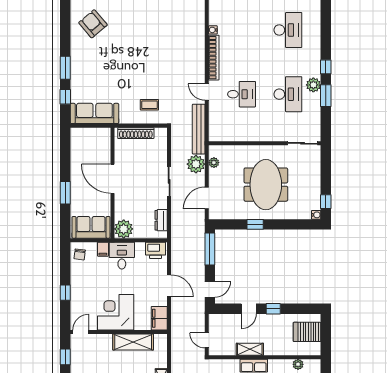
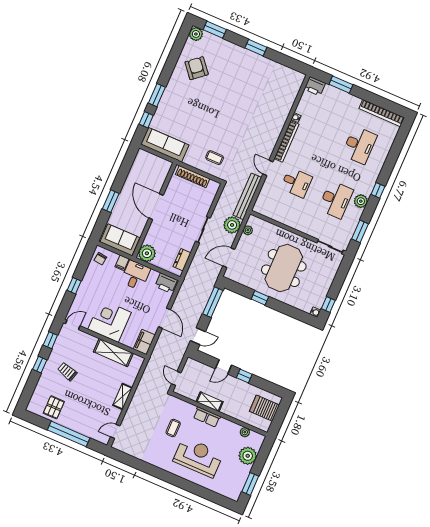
window: (326, 96) -> (360, 231), moved

